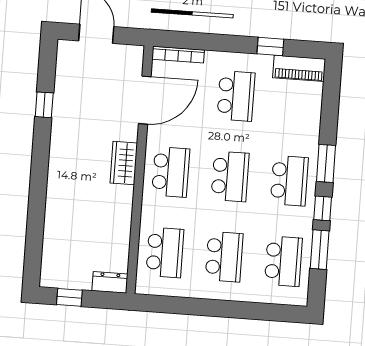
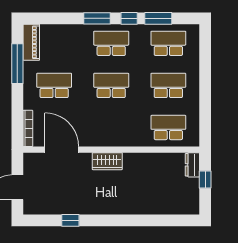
window: (270, 46) -> (17, 64), width x2.17
school desk: (171, 172) -> (111, 127), removed
window: (69, 297) -> (205, 179), moved

